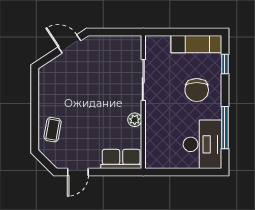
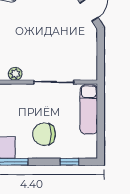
exam couch: (196, 44) -> (89, 109), moved

